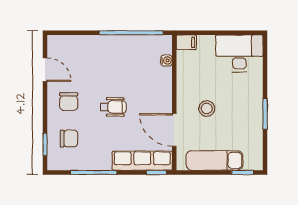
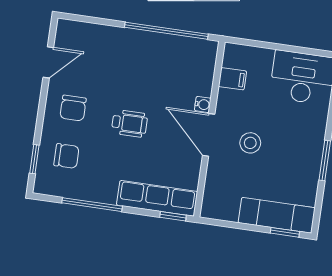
filing cabinet: (186, 42) -> (232, 79), moved
water cooler: (167, 60) -> (203, 104), moved
door: (45, 70) -> (48, 62), hinge flipped
door: (174, 130) -> (209, 135), moved
exam couch: (214, 160) -> (277, 215), moved

